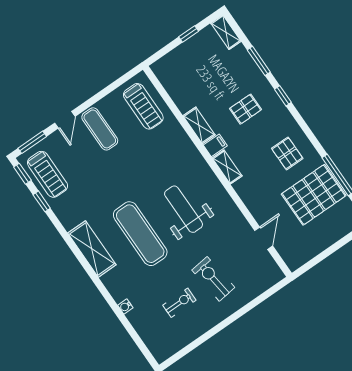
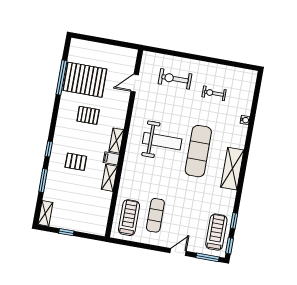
exercise mat: (100, 129) -> (155, 215), moved
pallet: (287, 153) -> (88, 115), moved, turned 90
weight bench: (184, 209) -> (162, 141), turned -90
exercise bike: (213, 279) -> (175, 79), moved, turned 97

